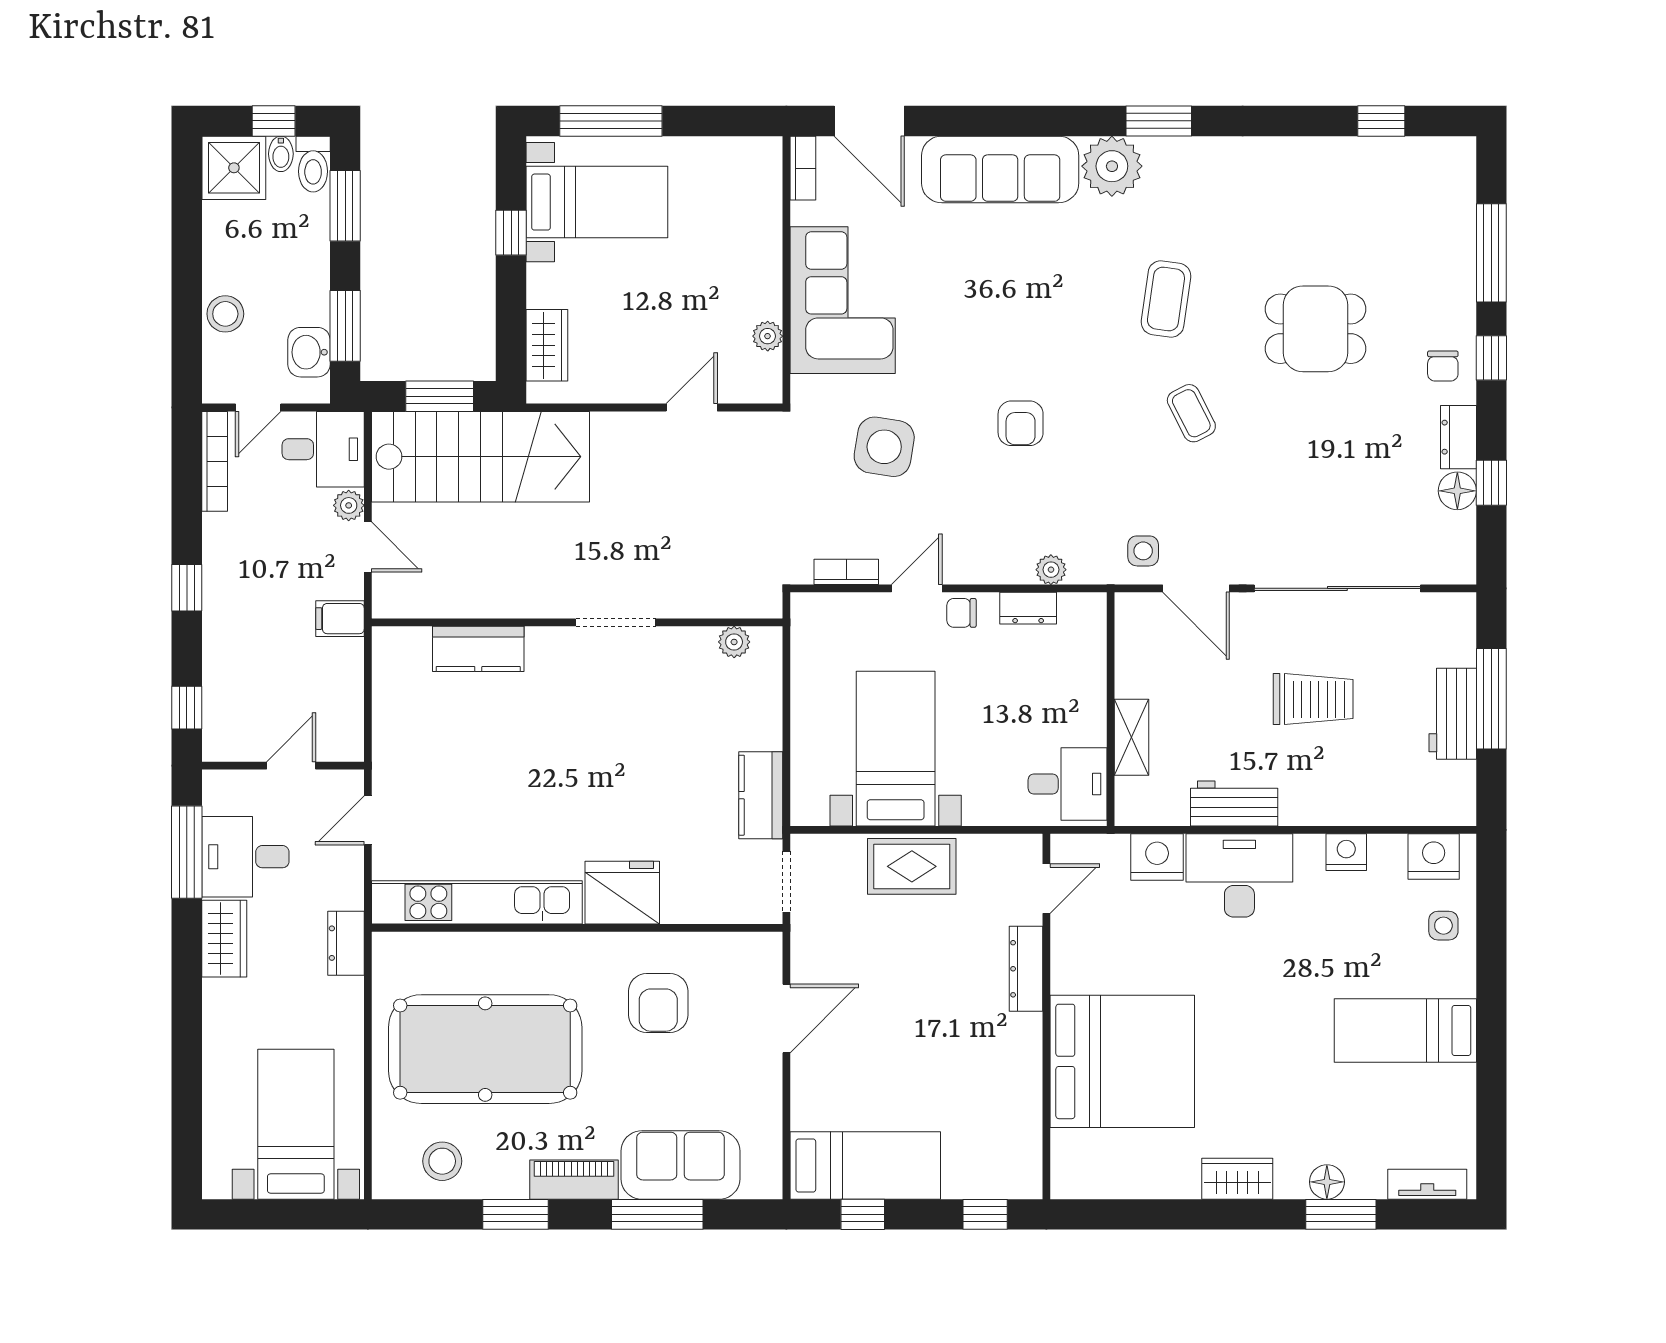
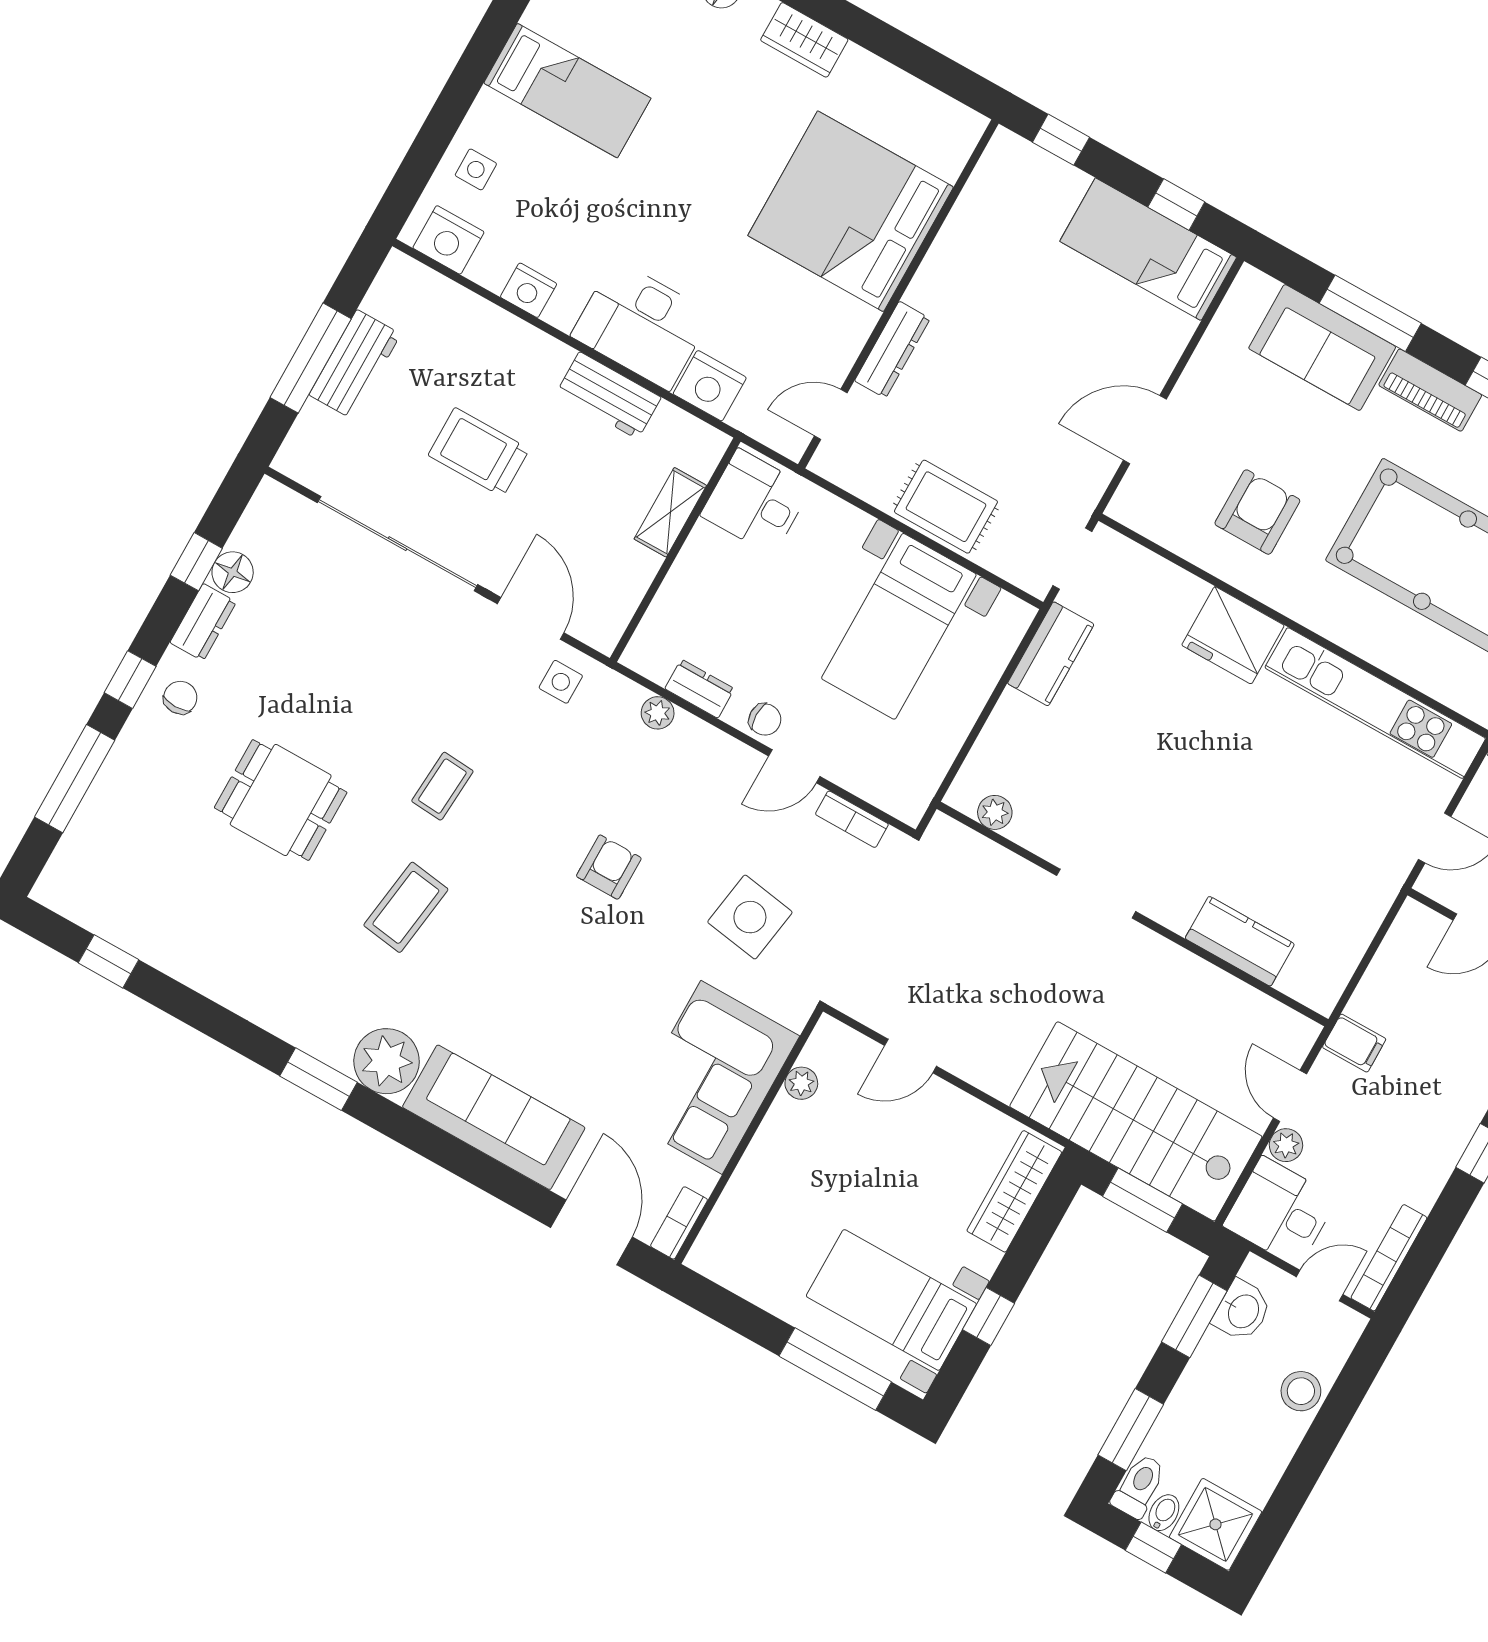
wardrobe: (547, 345) -> (1014, 1191), width x1.50
coffee table: (1191, 413) -> (442, 786), turned 31

